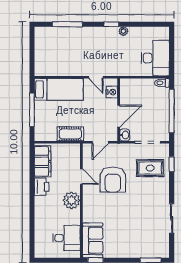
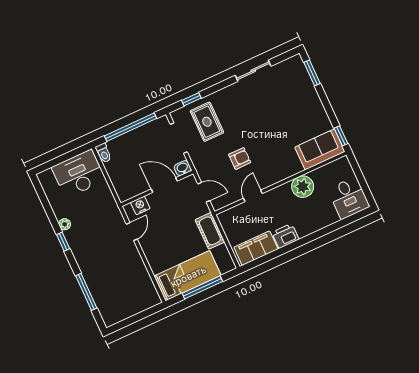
bed: (59, 89) -> (188, 276), moved, turned 90
armchair: (113, 180) -> (240, 158), width x0.53, depth x0.53
plant: (71, 200) -> (303, 187), moved
desk: (66, 238) -> (349, 198), moved, turned 180

